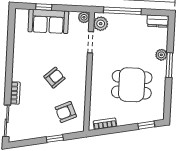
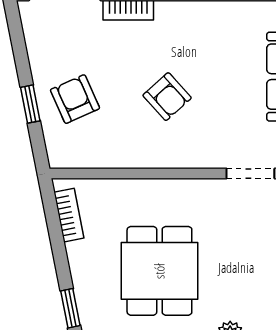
armchair: (66, 112) -> (75, 99), moved

